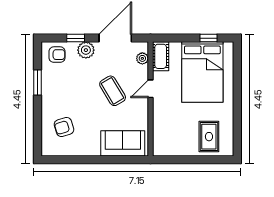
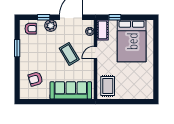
window: (208, 38) -> (115, 17), moved
rug: (209, 137) -> (108, 86), moved
sofa: (123, 143) -> (71, 90), width x1.36

